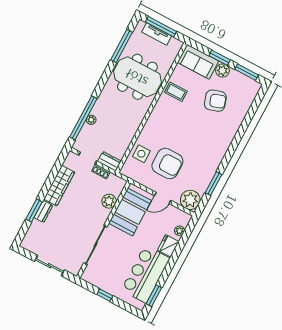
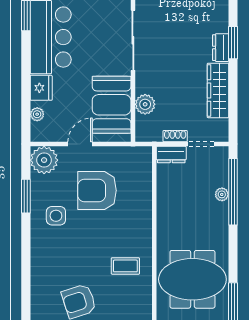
coffee table: (176, 92) -> (125, 266), moved
side table: (141, 154) -> (56, 216), moved

